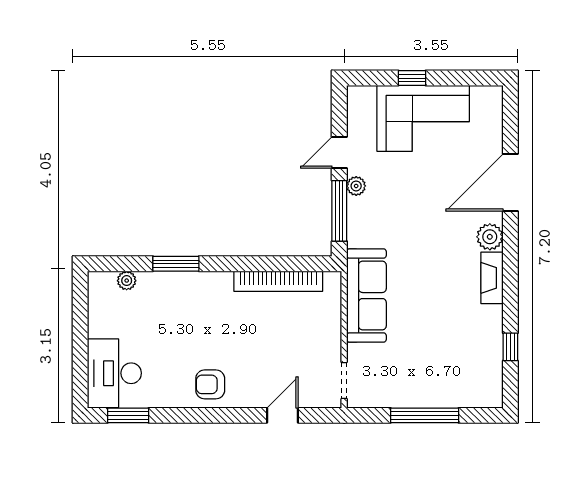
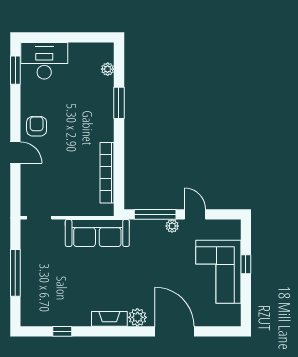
door: (283, 415) -> (15, 152), moved

